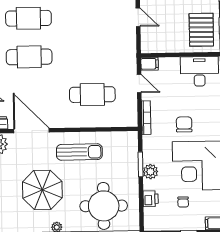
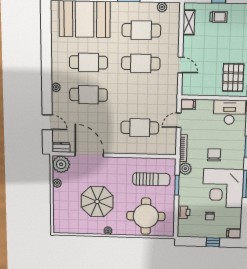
cafe table: (91, 17) -> (141, 63), added
door: (139, 84) -> (179, 120), swing flipped
sun lounger: (79, 152) -> (151, 179), moved
plant: (150, 172) -> (185, 169), moved

